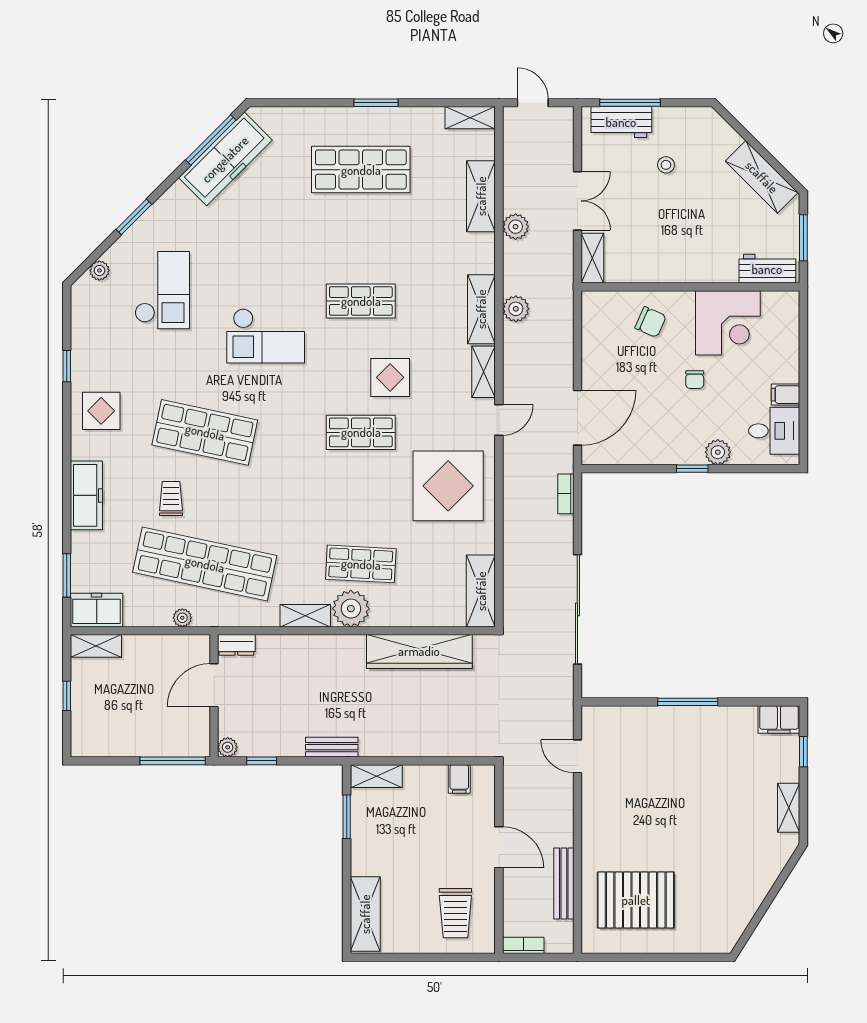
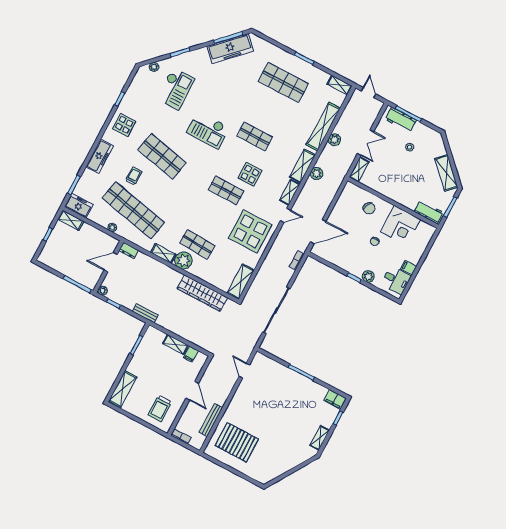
shelving: (481, 196) -> (323, 126), width x1.47
shelving: (376, 776) -> (176, 345), moved

